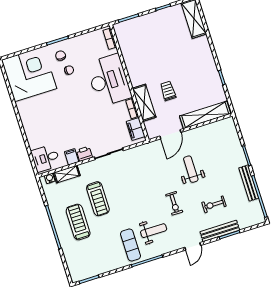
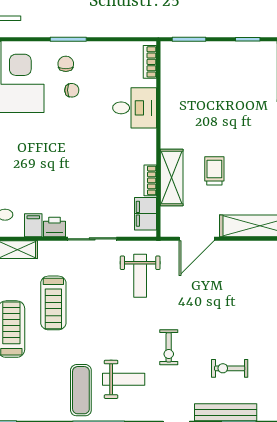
desk: (109, 80) -> (135, 108), width x0.53, depth x0.77
weight bench: (191, 169) -> (140, 276), moved, turned 180

